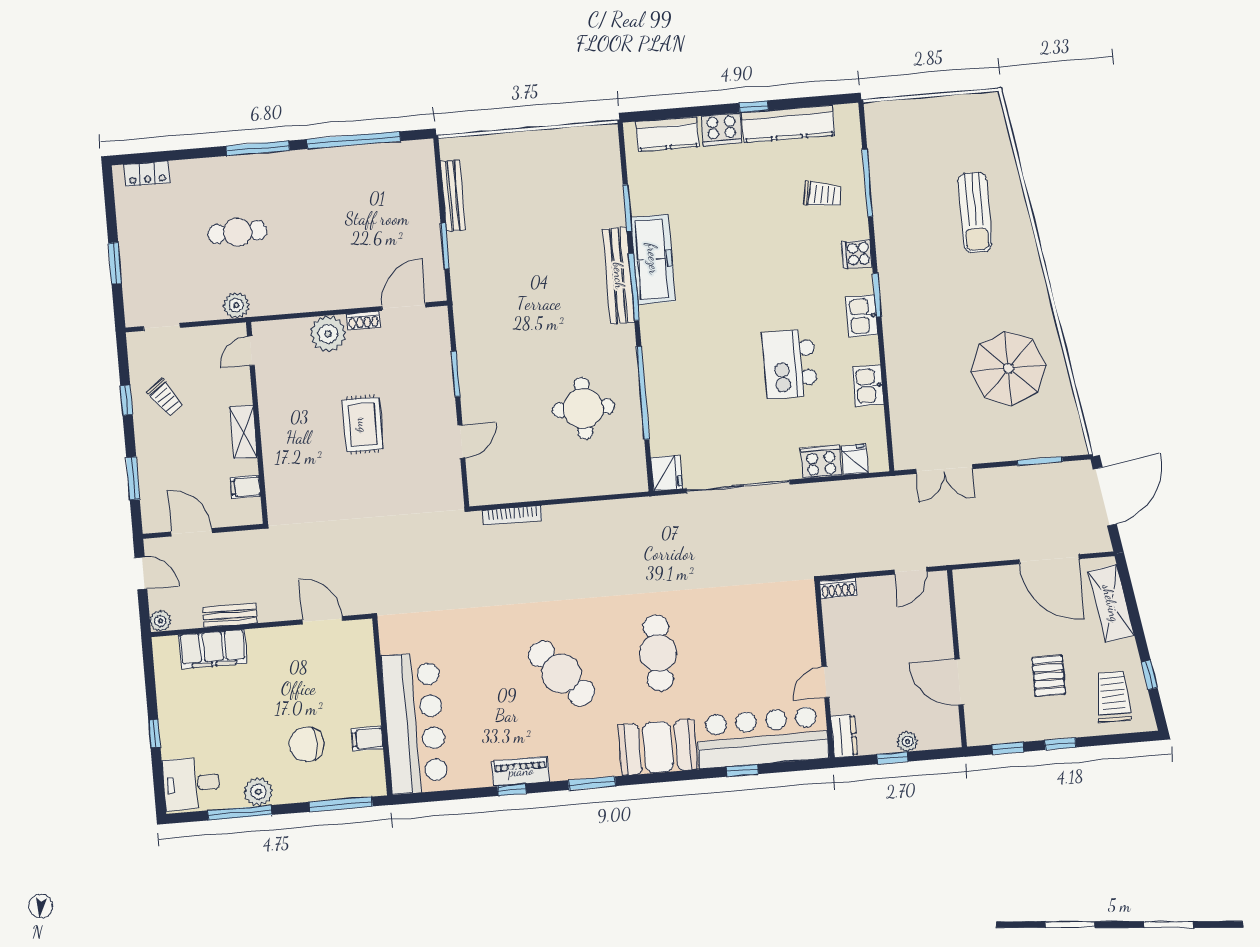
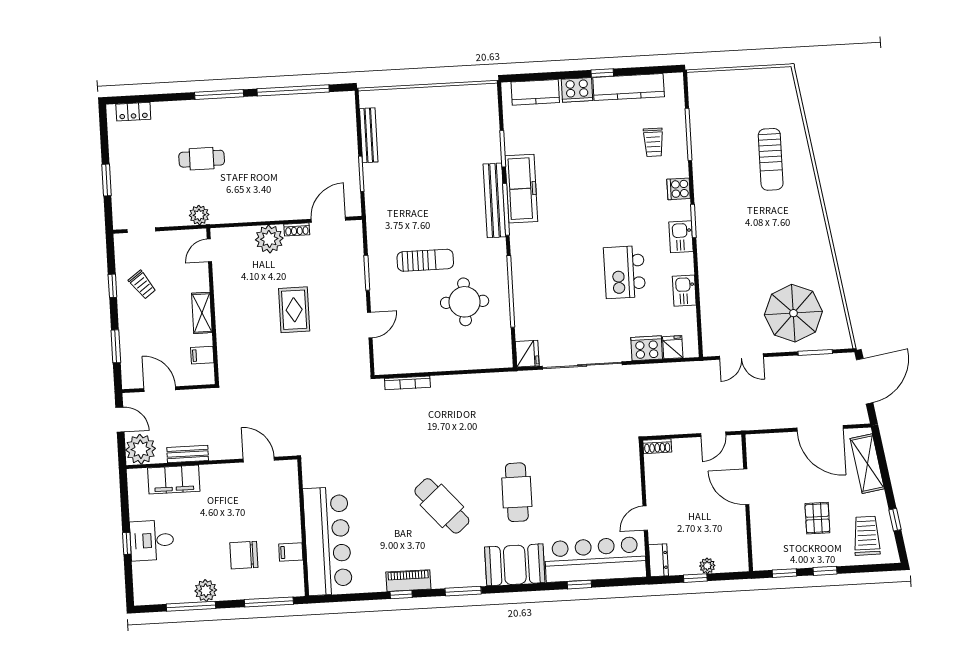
trolley: (822, 194) -> (653, 142), turned 80
sun lounger: (531, 356) -> (425, 260), added
parasol: (1008, 368) -> (793, 313), moved
plant: (160, 621) -> (141, 449), width x1.88, depth x1.88
door: (959, 682) -> (746, 487), moved
desk: (191, 783) -> (152, 540), moved

